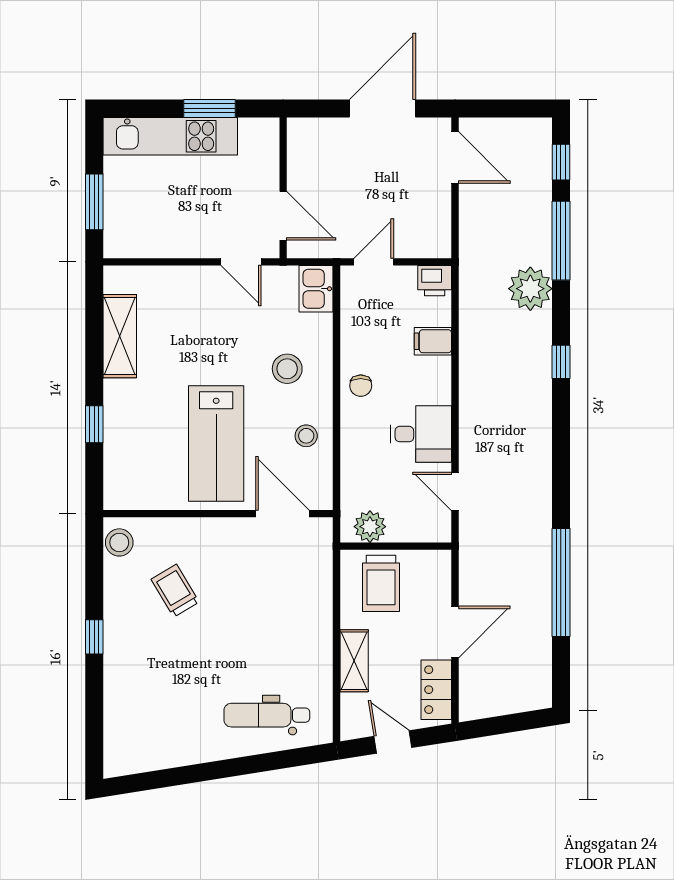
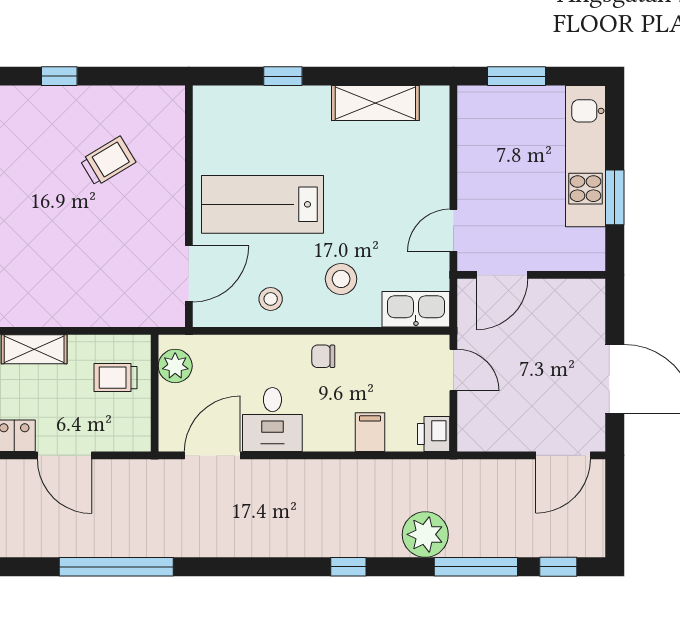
kitchen sink: (316, 289) -> (416, 309), width x1.38
door: (455, 491) -> (212, 455), width x1.38
stool: (119, 542) -> (159, 103), removed
trolley: (381, 583) -> (116, 378), width x0.73, depth x0.72

